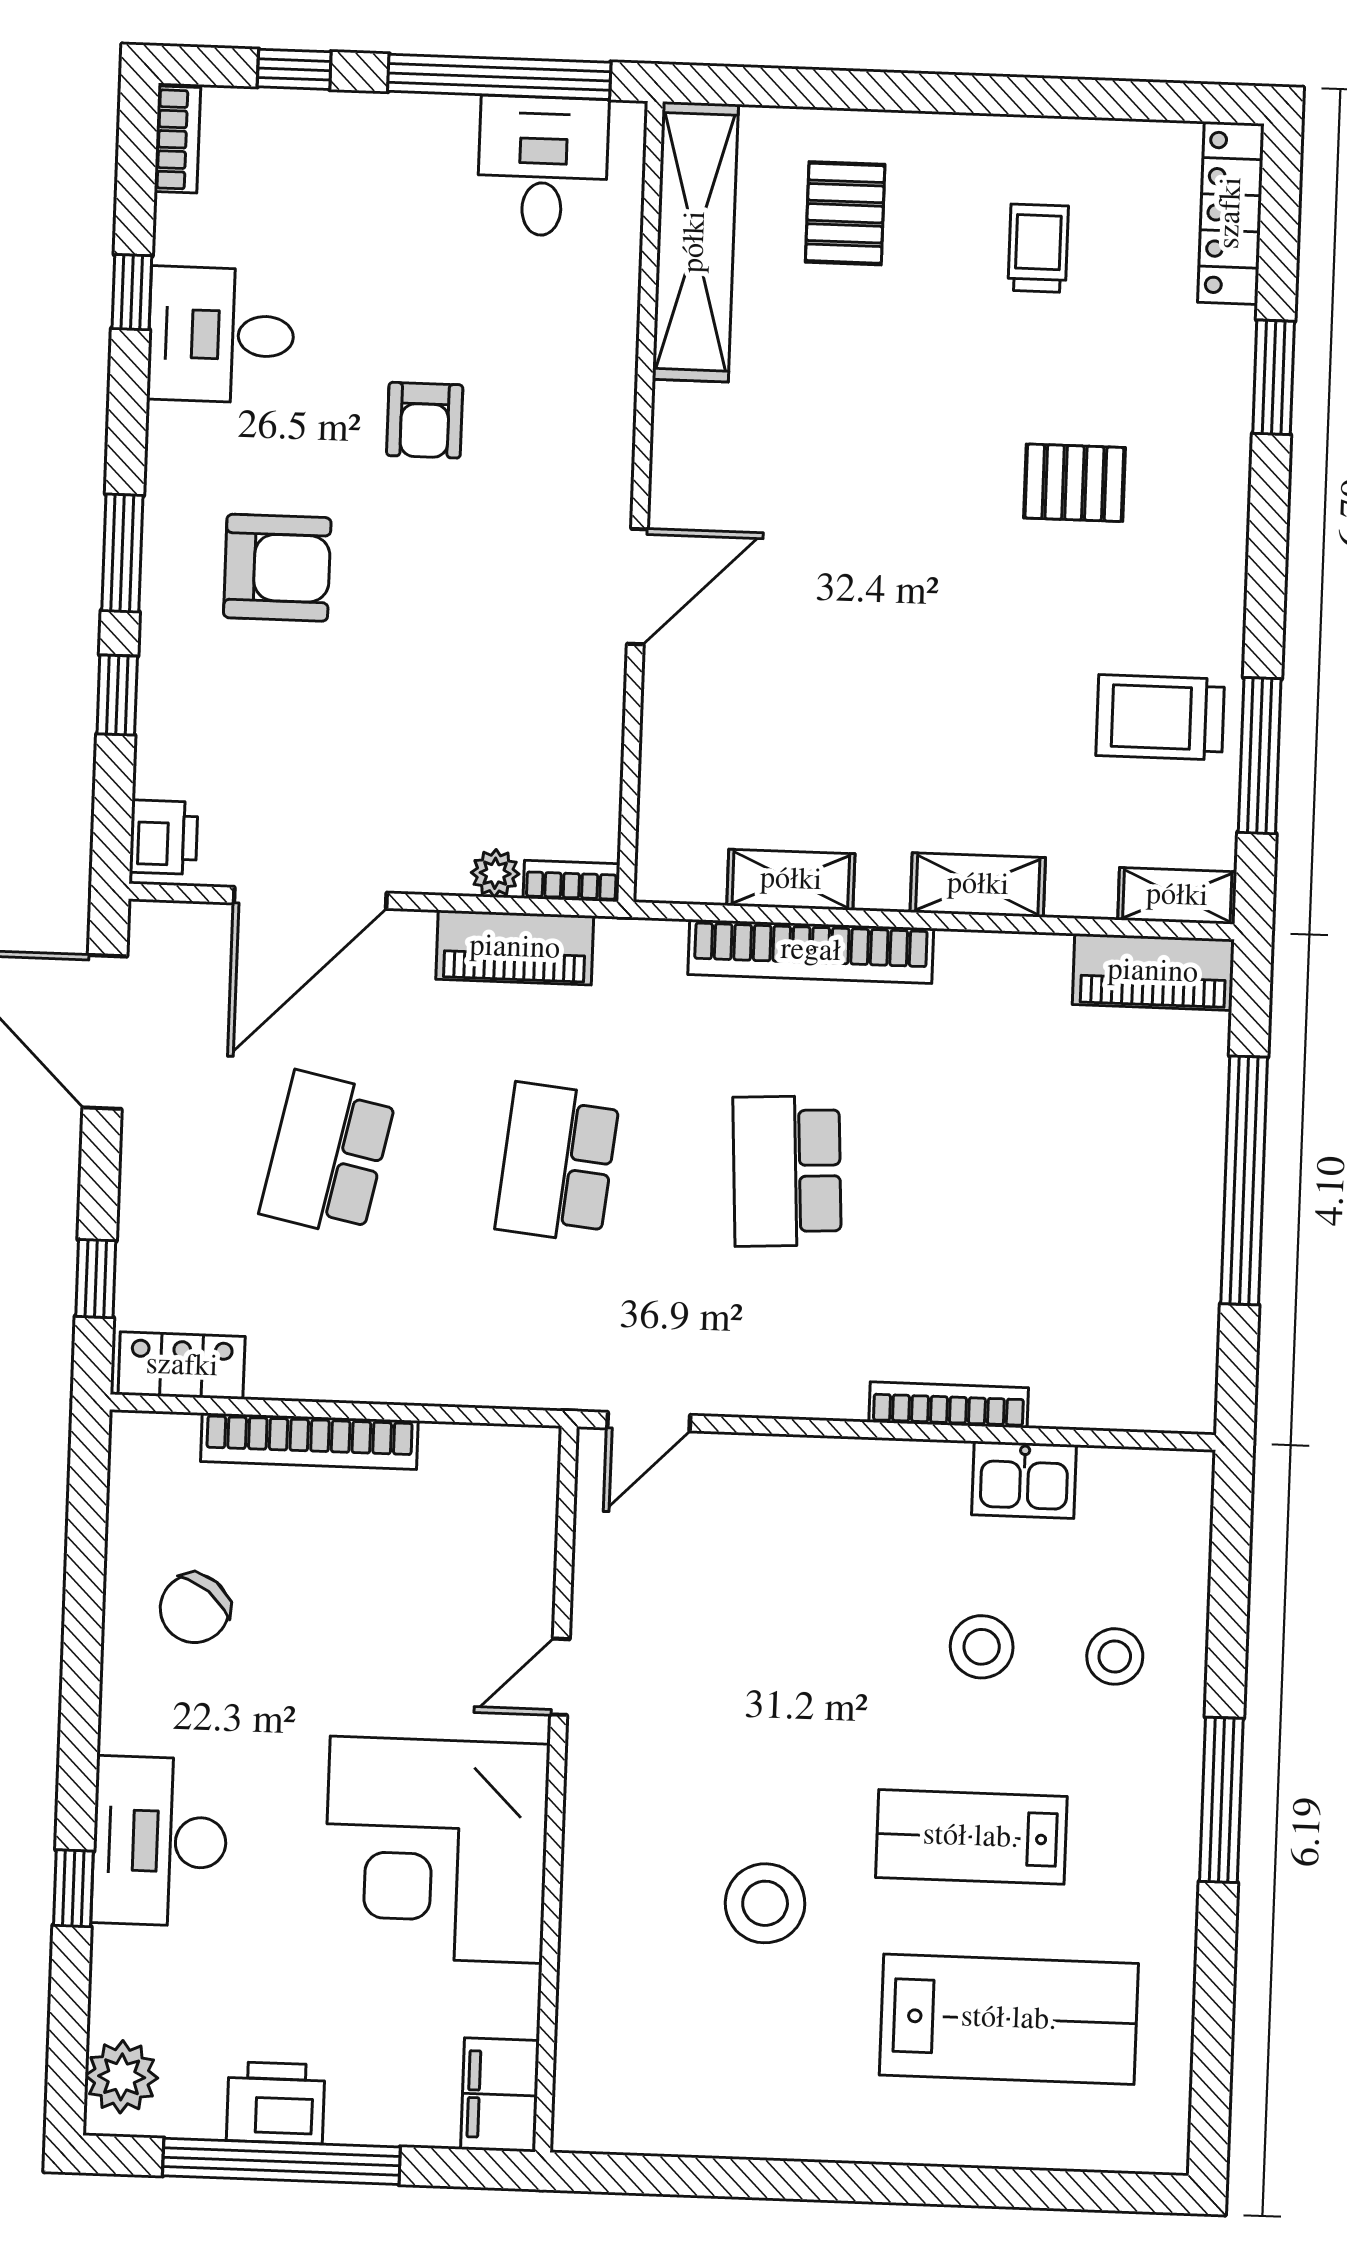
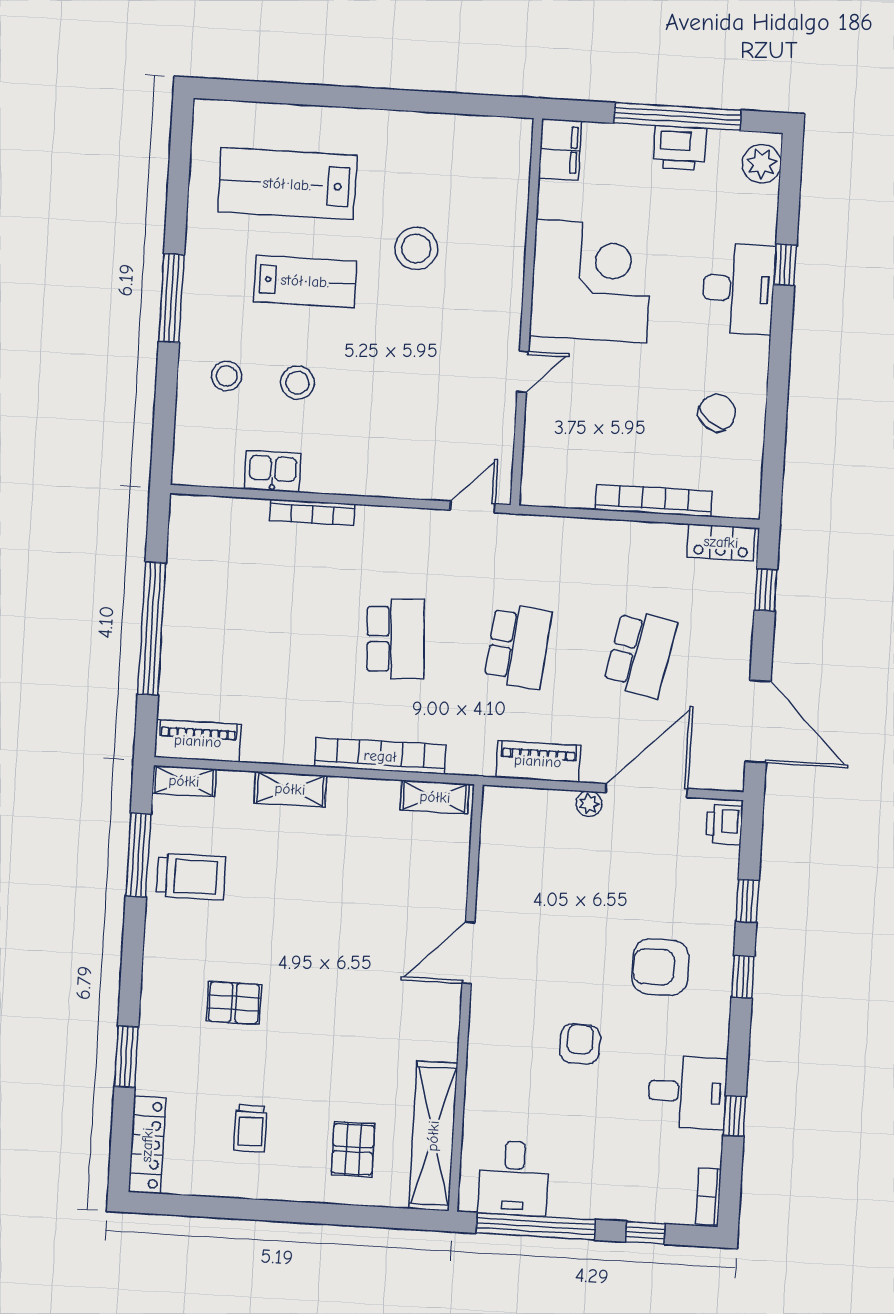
window: (122, 553) -> (743, 977), width x0.67
plant: (495, 873) -> (589, 804), moved
shelving: (791, 880) -> (435, 797), moved
bookcase: (571, 881) -> (507, 796), removed

